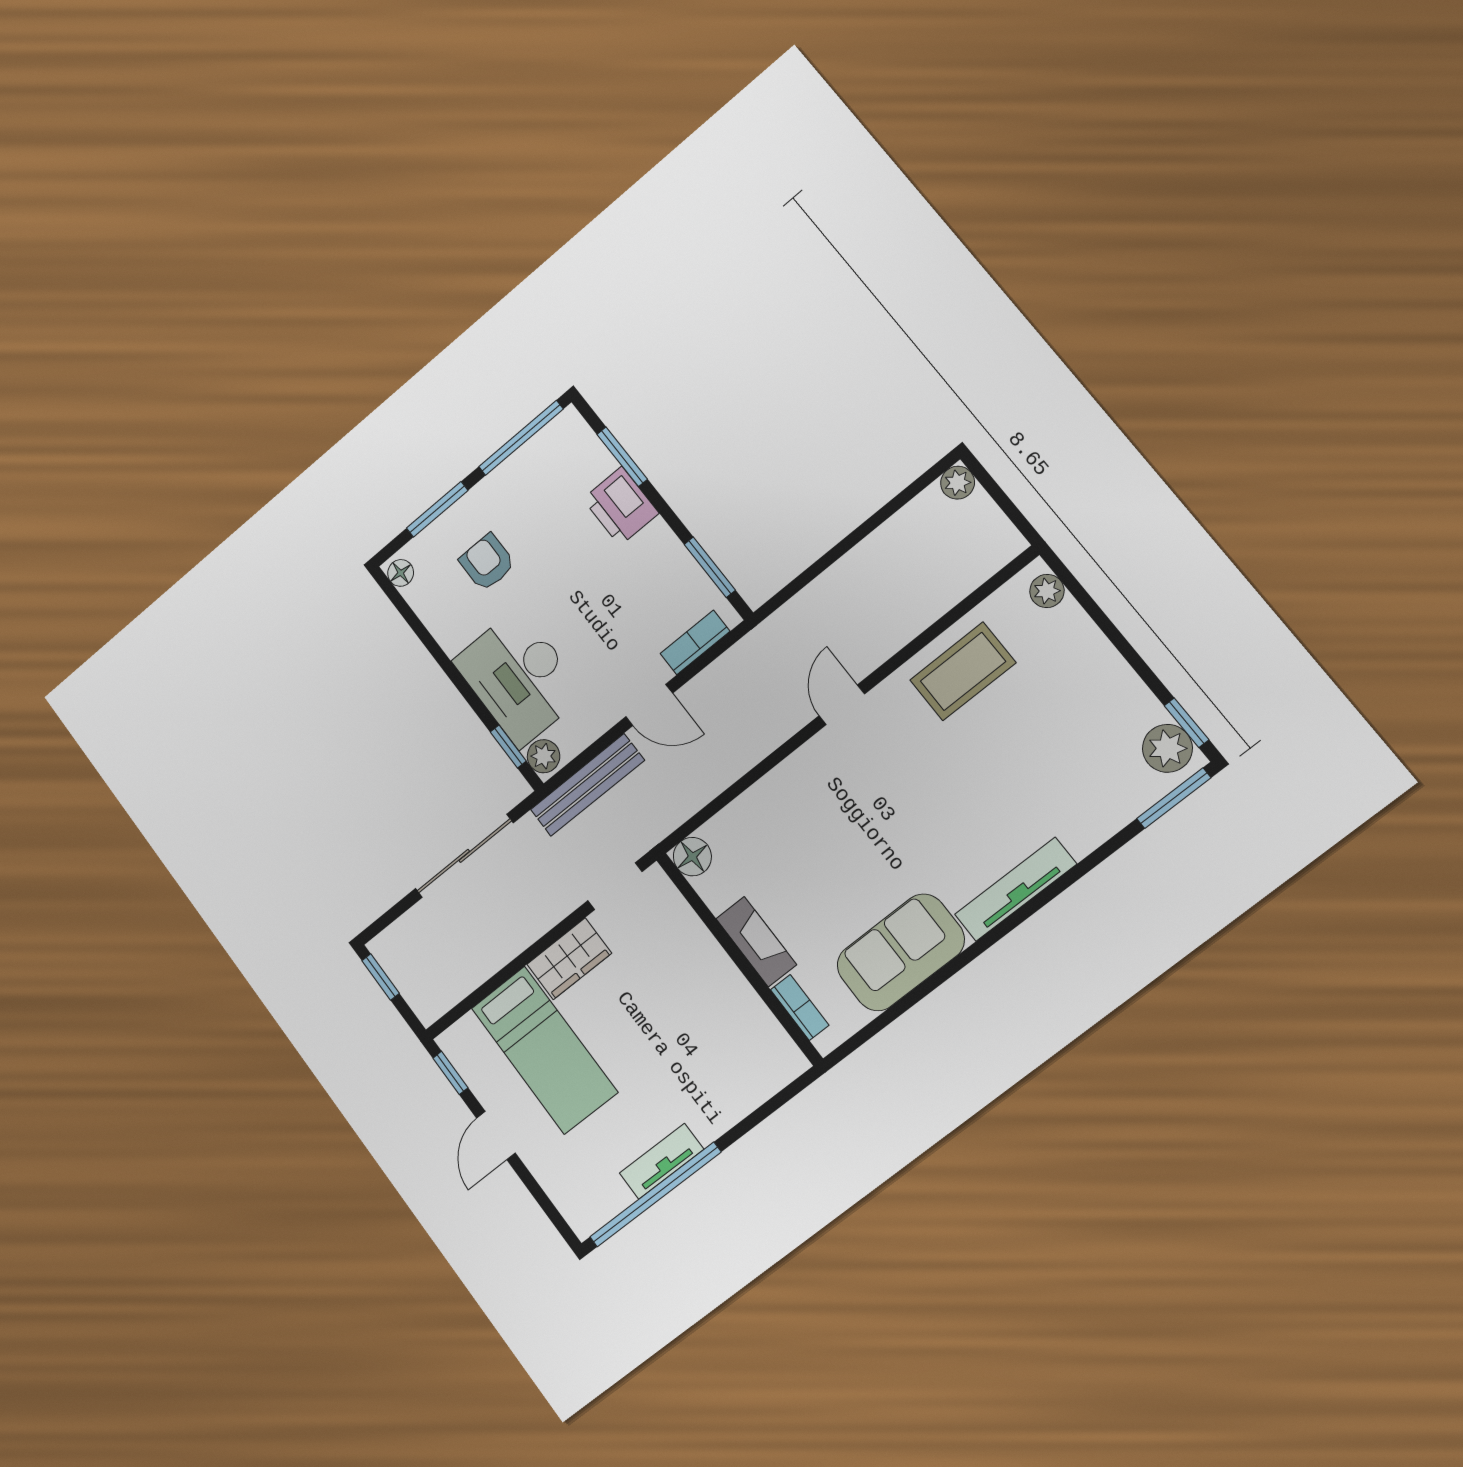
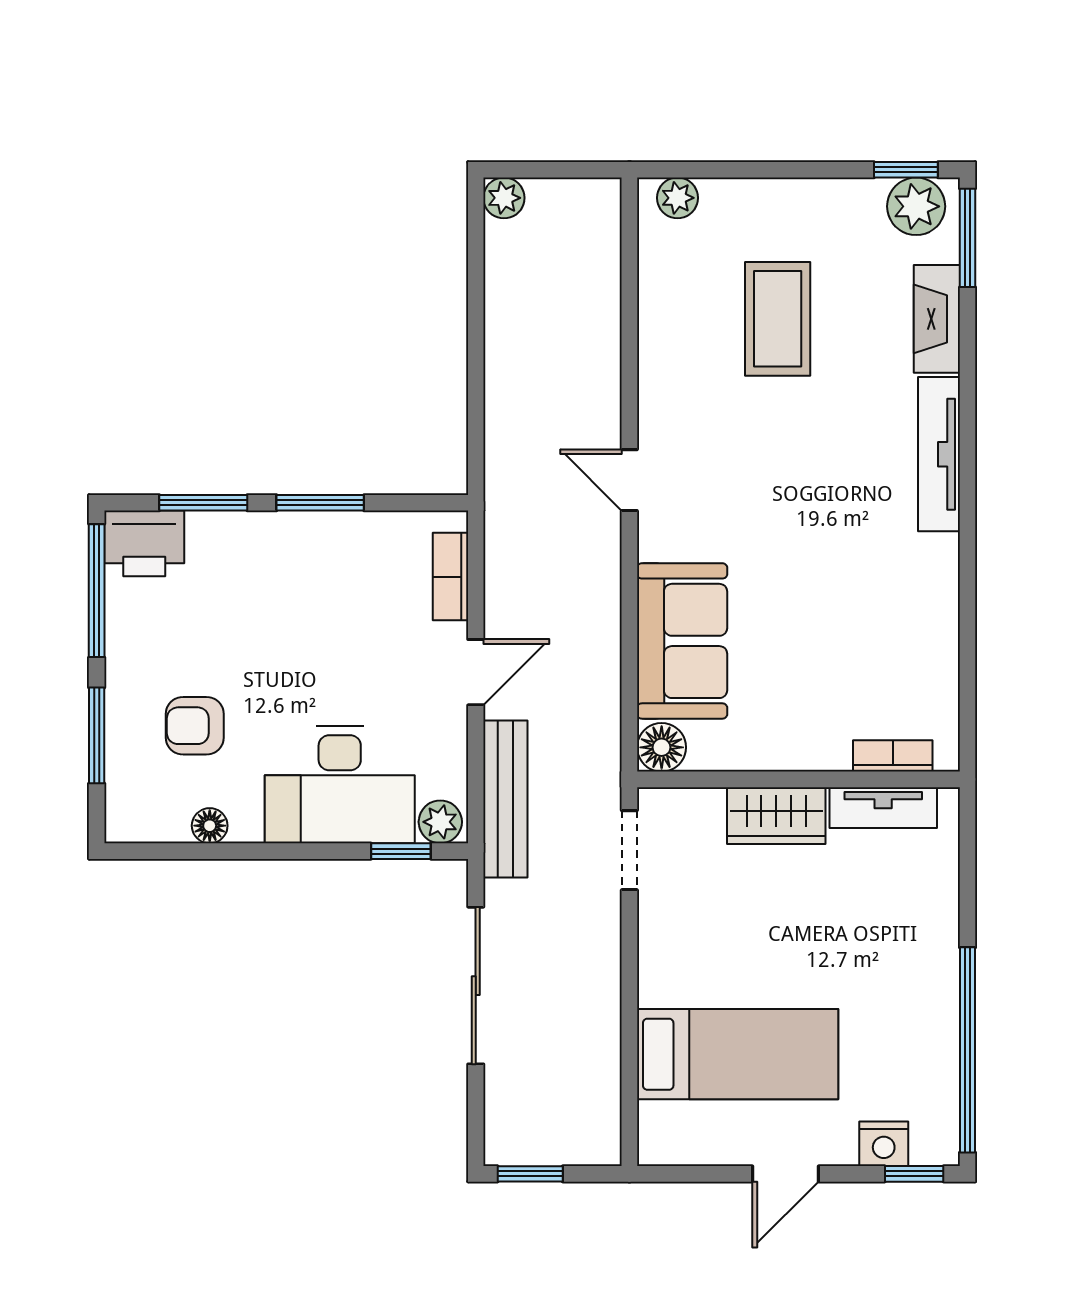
printer: (621, 506) -> (144, 543), moved
window: (710, 567) -> (320, 503), moved
floor lamp: (401, 573) -> (210, 826), moved
coffee table: (963, 671) -> (778, 319), moved
fireplace: (756, 942) -> (937, 319), moved, turned -90
sofa: (901, 952) -> (682, 641), moved, turned 180
wardrobe: (569, 959) -> (776, 816), moved, turned 90
window: (450, 1073) -> (914, 1174), moved
door: (496, 1136) -> (785, 1174), hinge flipped
tv unit: (662, 1161) -> (883, 808), moved, turned -90
nightstand: (559, 1184) -> (884, 1144), added

